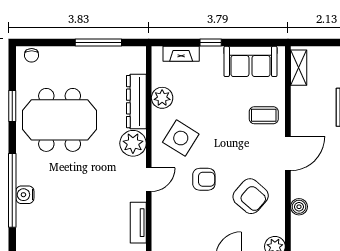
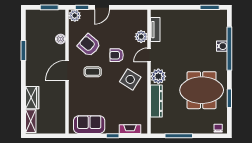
shelving: (299, 68) -> (61, 121), removed
plant: (162, 98) -> (141, 37), moved
coffee table: (264, 115) -> (93, 72), moved

